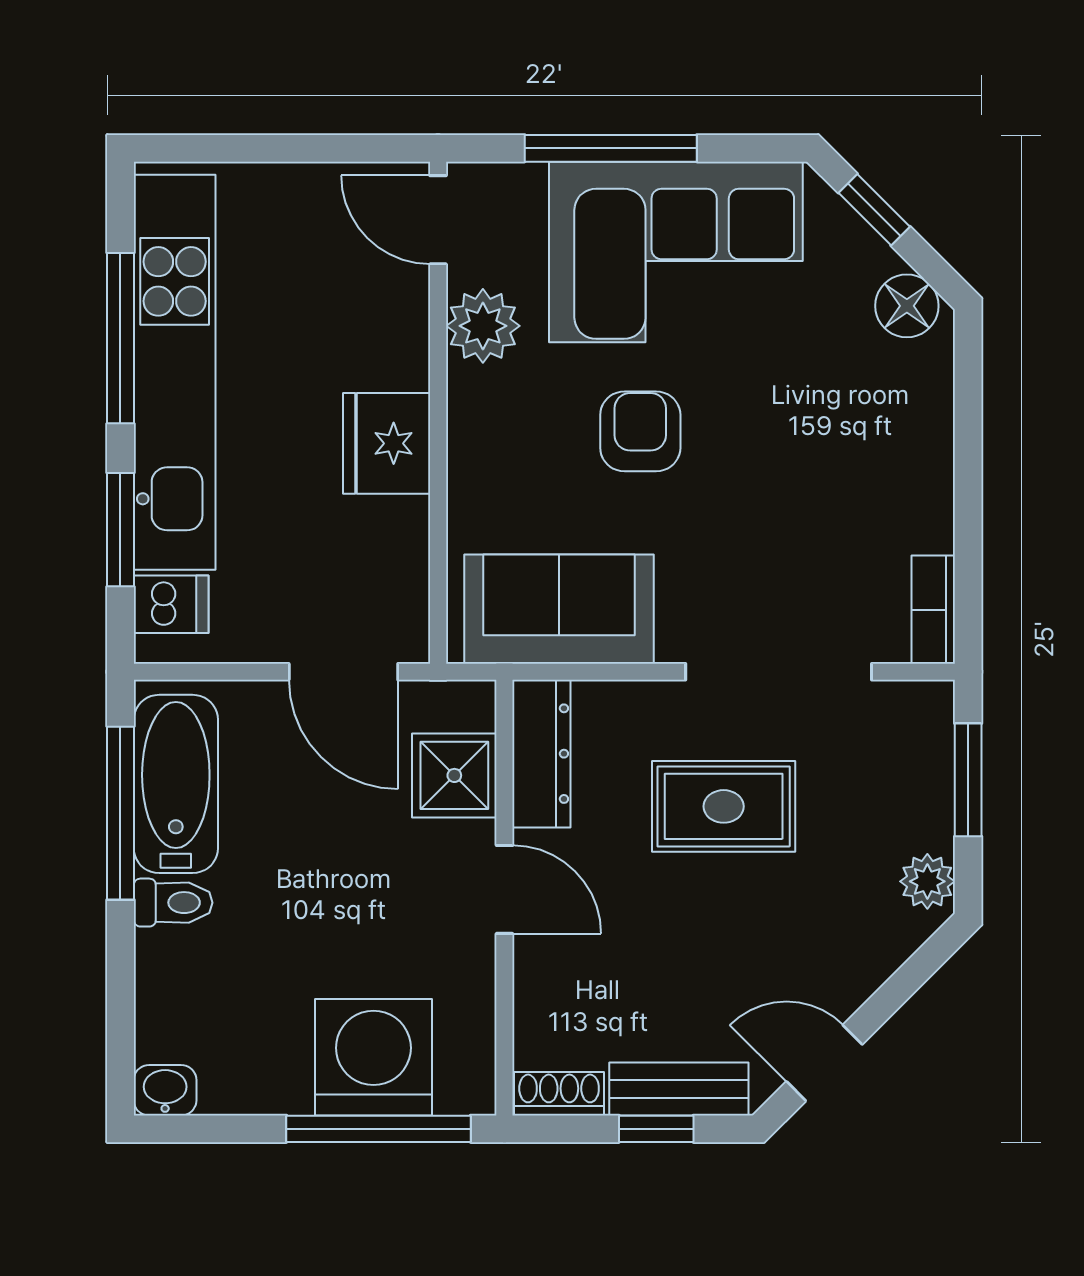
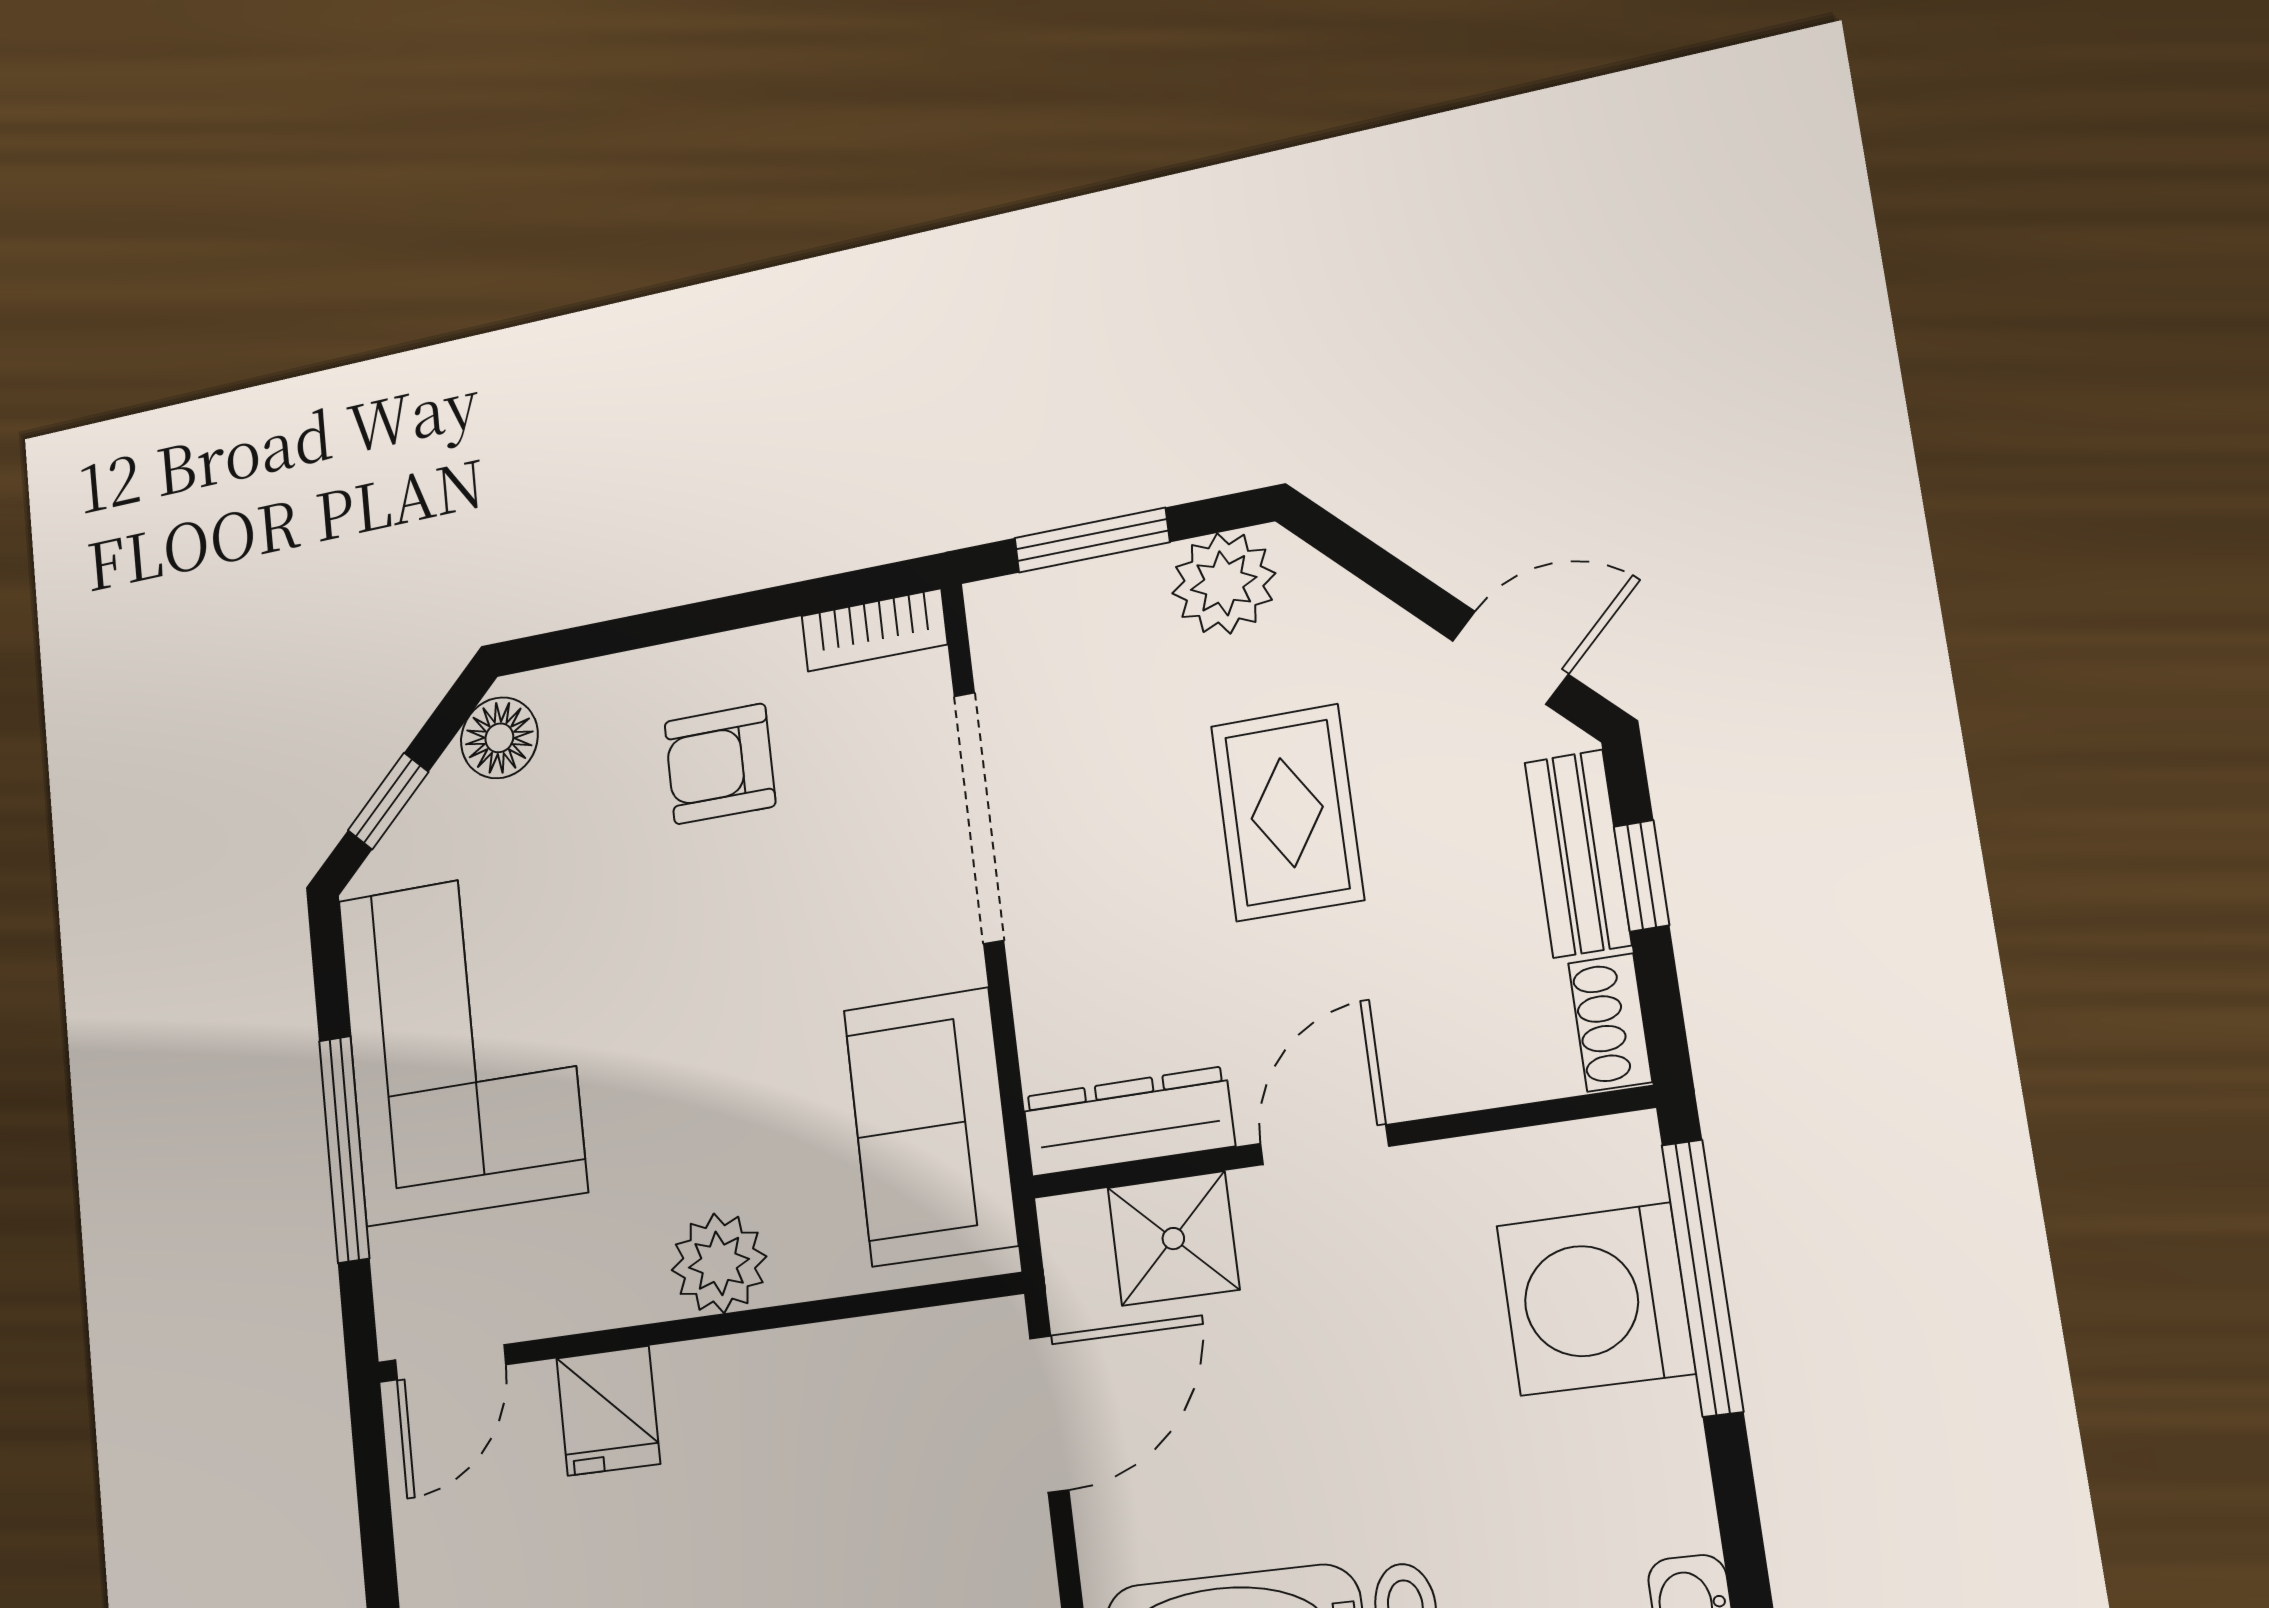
plant: (483, 326) -> (719, 1263), moved
armchair: (640, 431) -> (720, 764), moved
fridge: (387, 443) -> (608, 1411), moved, width x0.72
rug: (724, 806) -> (1287, 813), moved
plant: (927, 881) -> (1224, 583), width x1.38, depth x1.38
door: (824, 1063) -> (1510, 658), swing flipped

